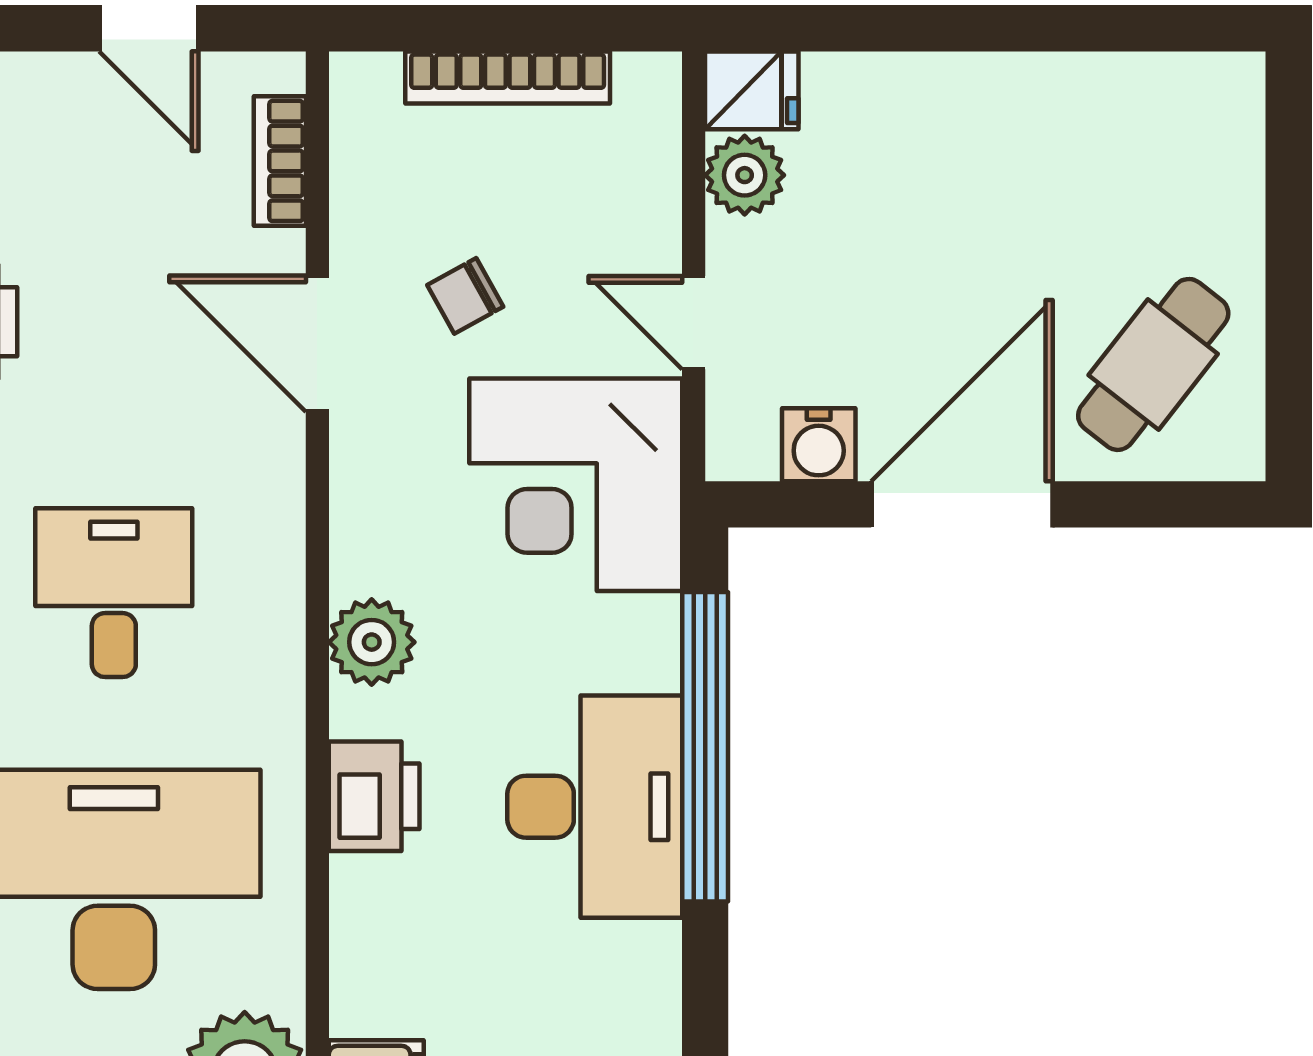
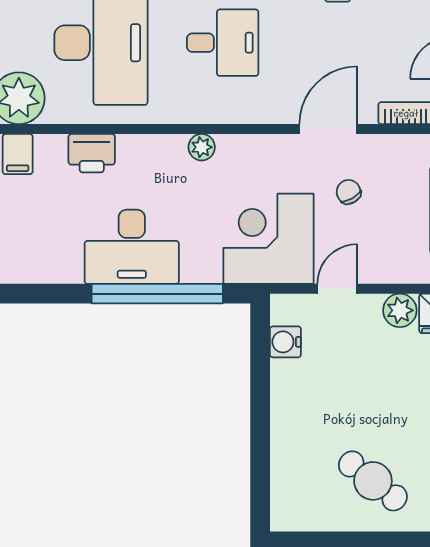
cafe table: (1153, 364) -> (373, 481), moved
door: (962, 504) -> (260, 403), removed
plant: (372, 642) -> (202, 147), width x0.73, depth x0.73
printer: (374, 796) -> (92, 153), moved

